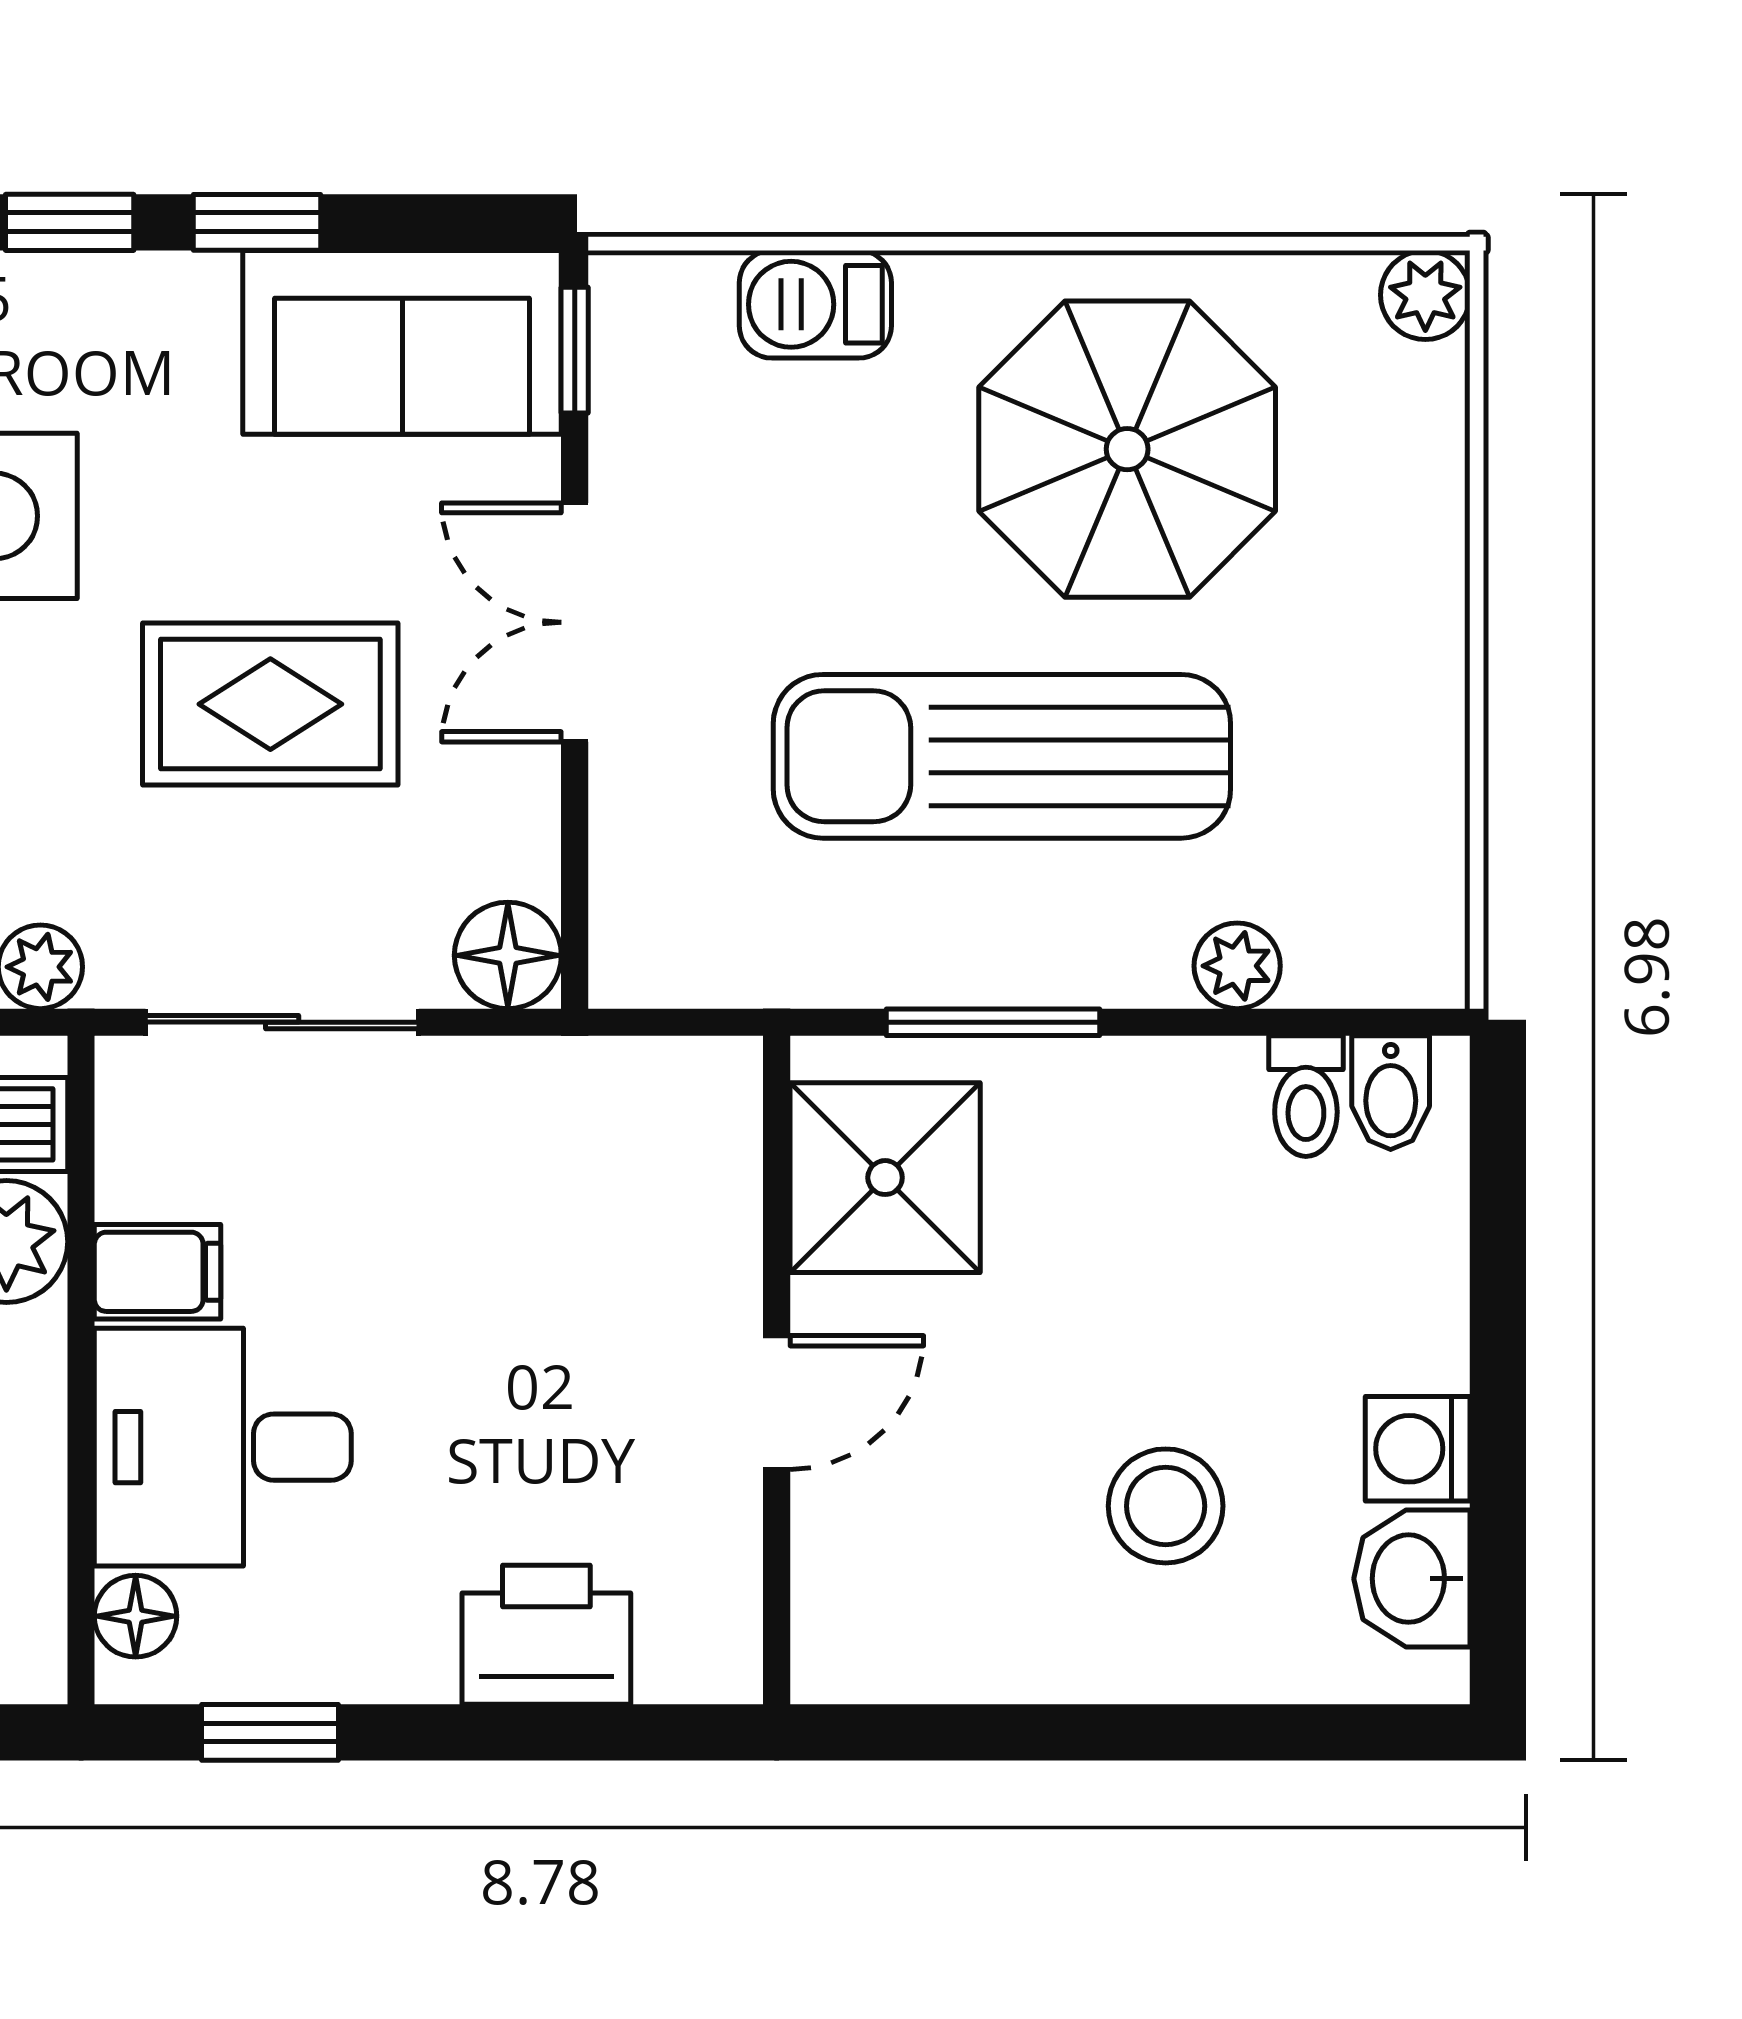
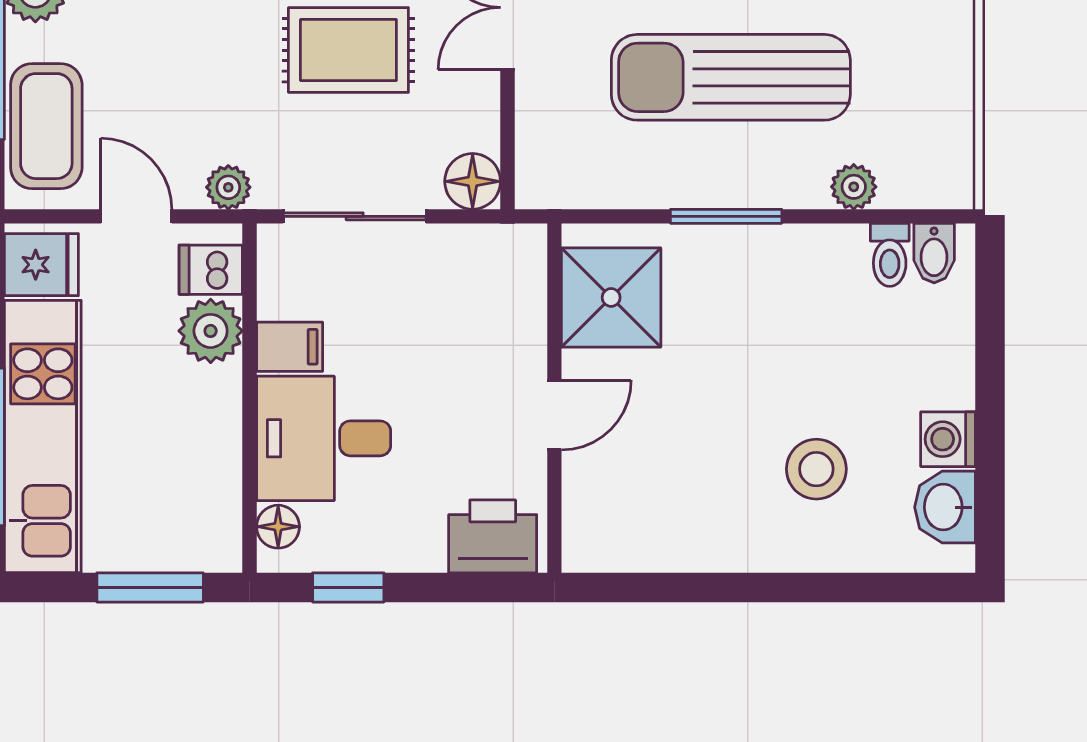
shower: (885, 1178) -> (611, 297), moved
wall: (777, 1370) -> (554, 398), moved
door: (777, 1402) -> (554, 415), moved

